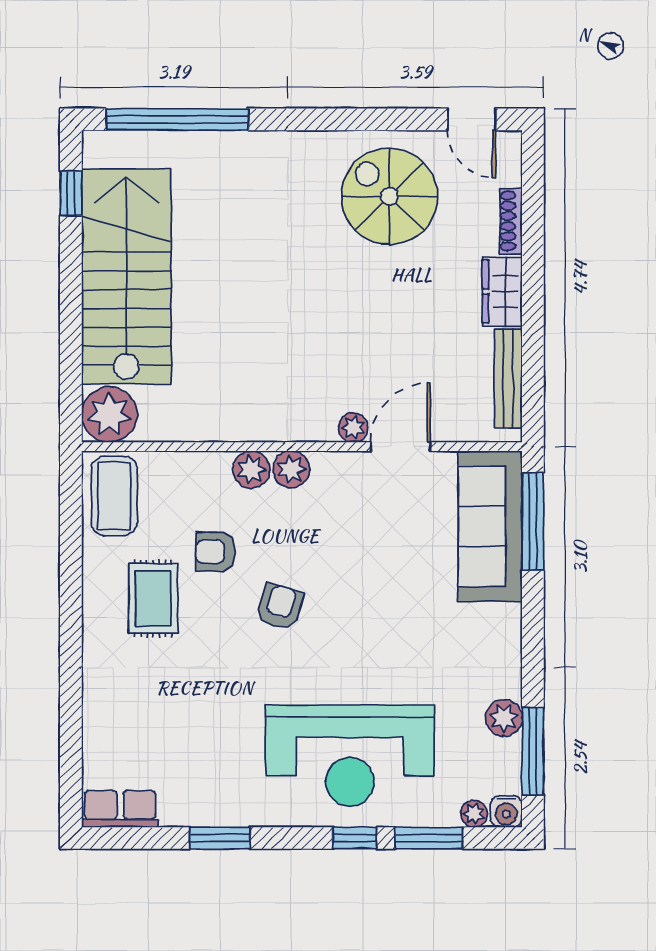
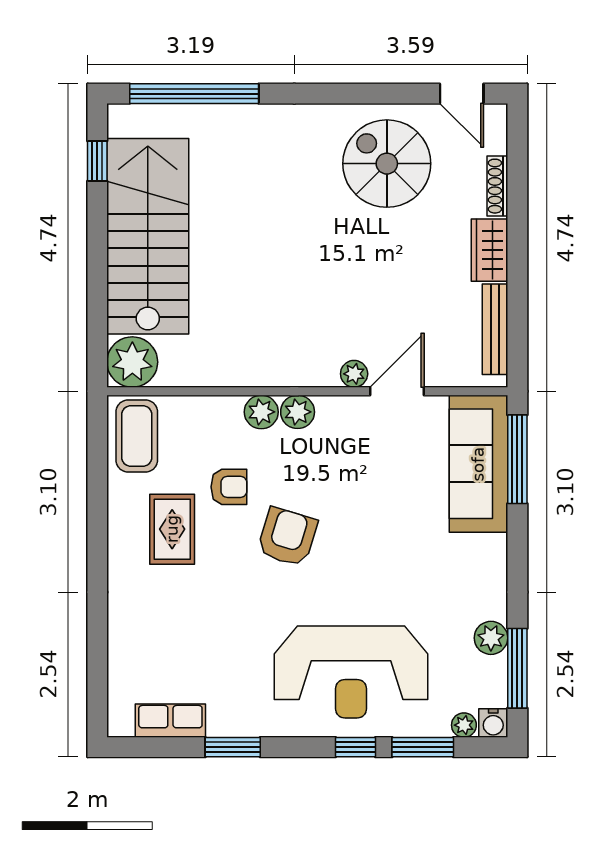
armchair: (216, 552) -> (229, 487), turned 180
armchair: (280, 607) -> (287, 537), width x1.38, depth x1.38
row of seats: (120, 809) -> (170, 721), moved

